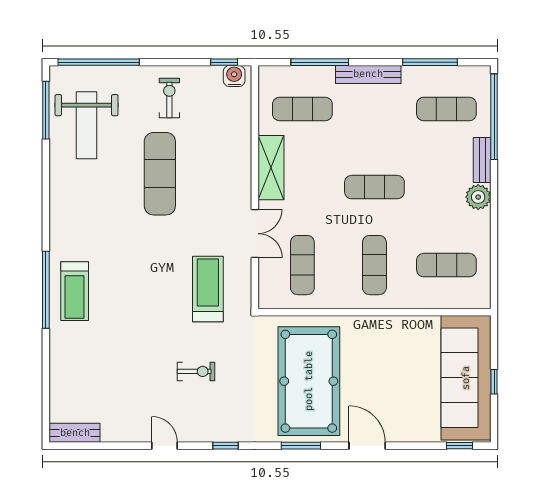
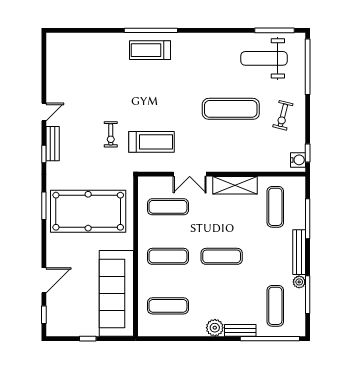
plant: (412, 74) -> (299, 282), added
exercise bike: (169, 98) -> (283, 115), turned 104
exercise mat: (374, 187) -> (222, 256), turned 90
exercise mat: (446, 265) -> (168, 306), turned 90
exercise bike: (196, 371) -> (111, 134), moved
sofa: (466, 378) -> (116, 293), moved, turned -90
bench: (75, 433) -> (53, 144), moved
door: (367, 446) -> (44, 280), moved

